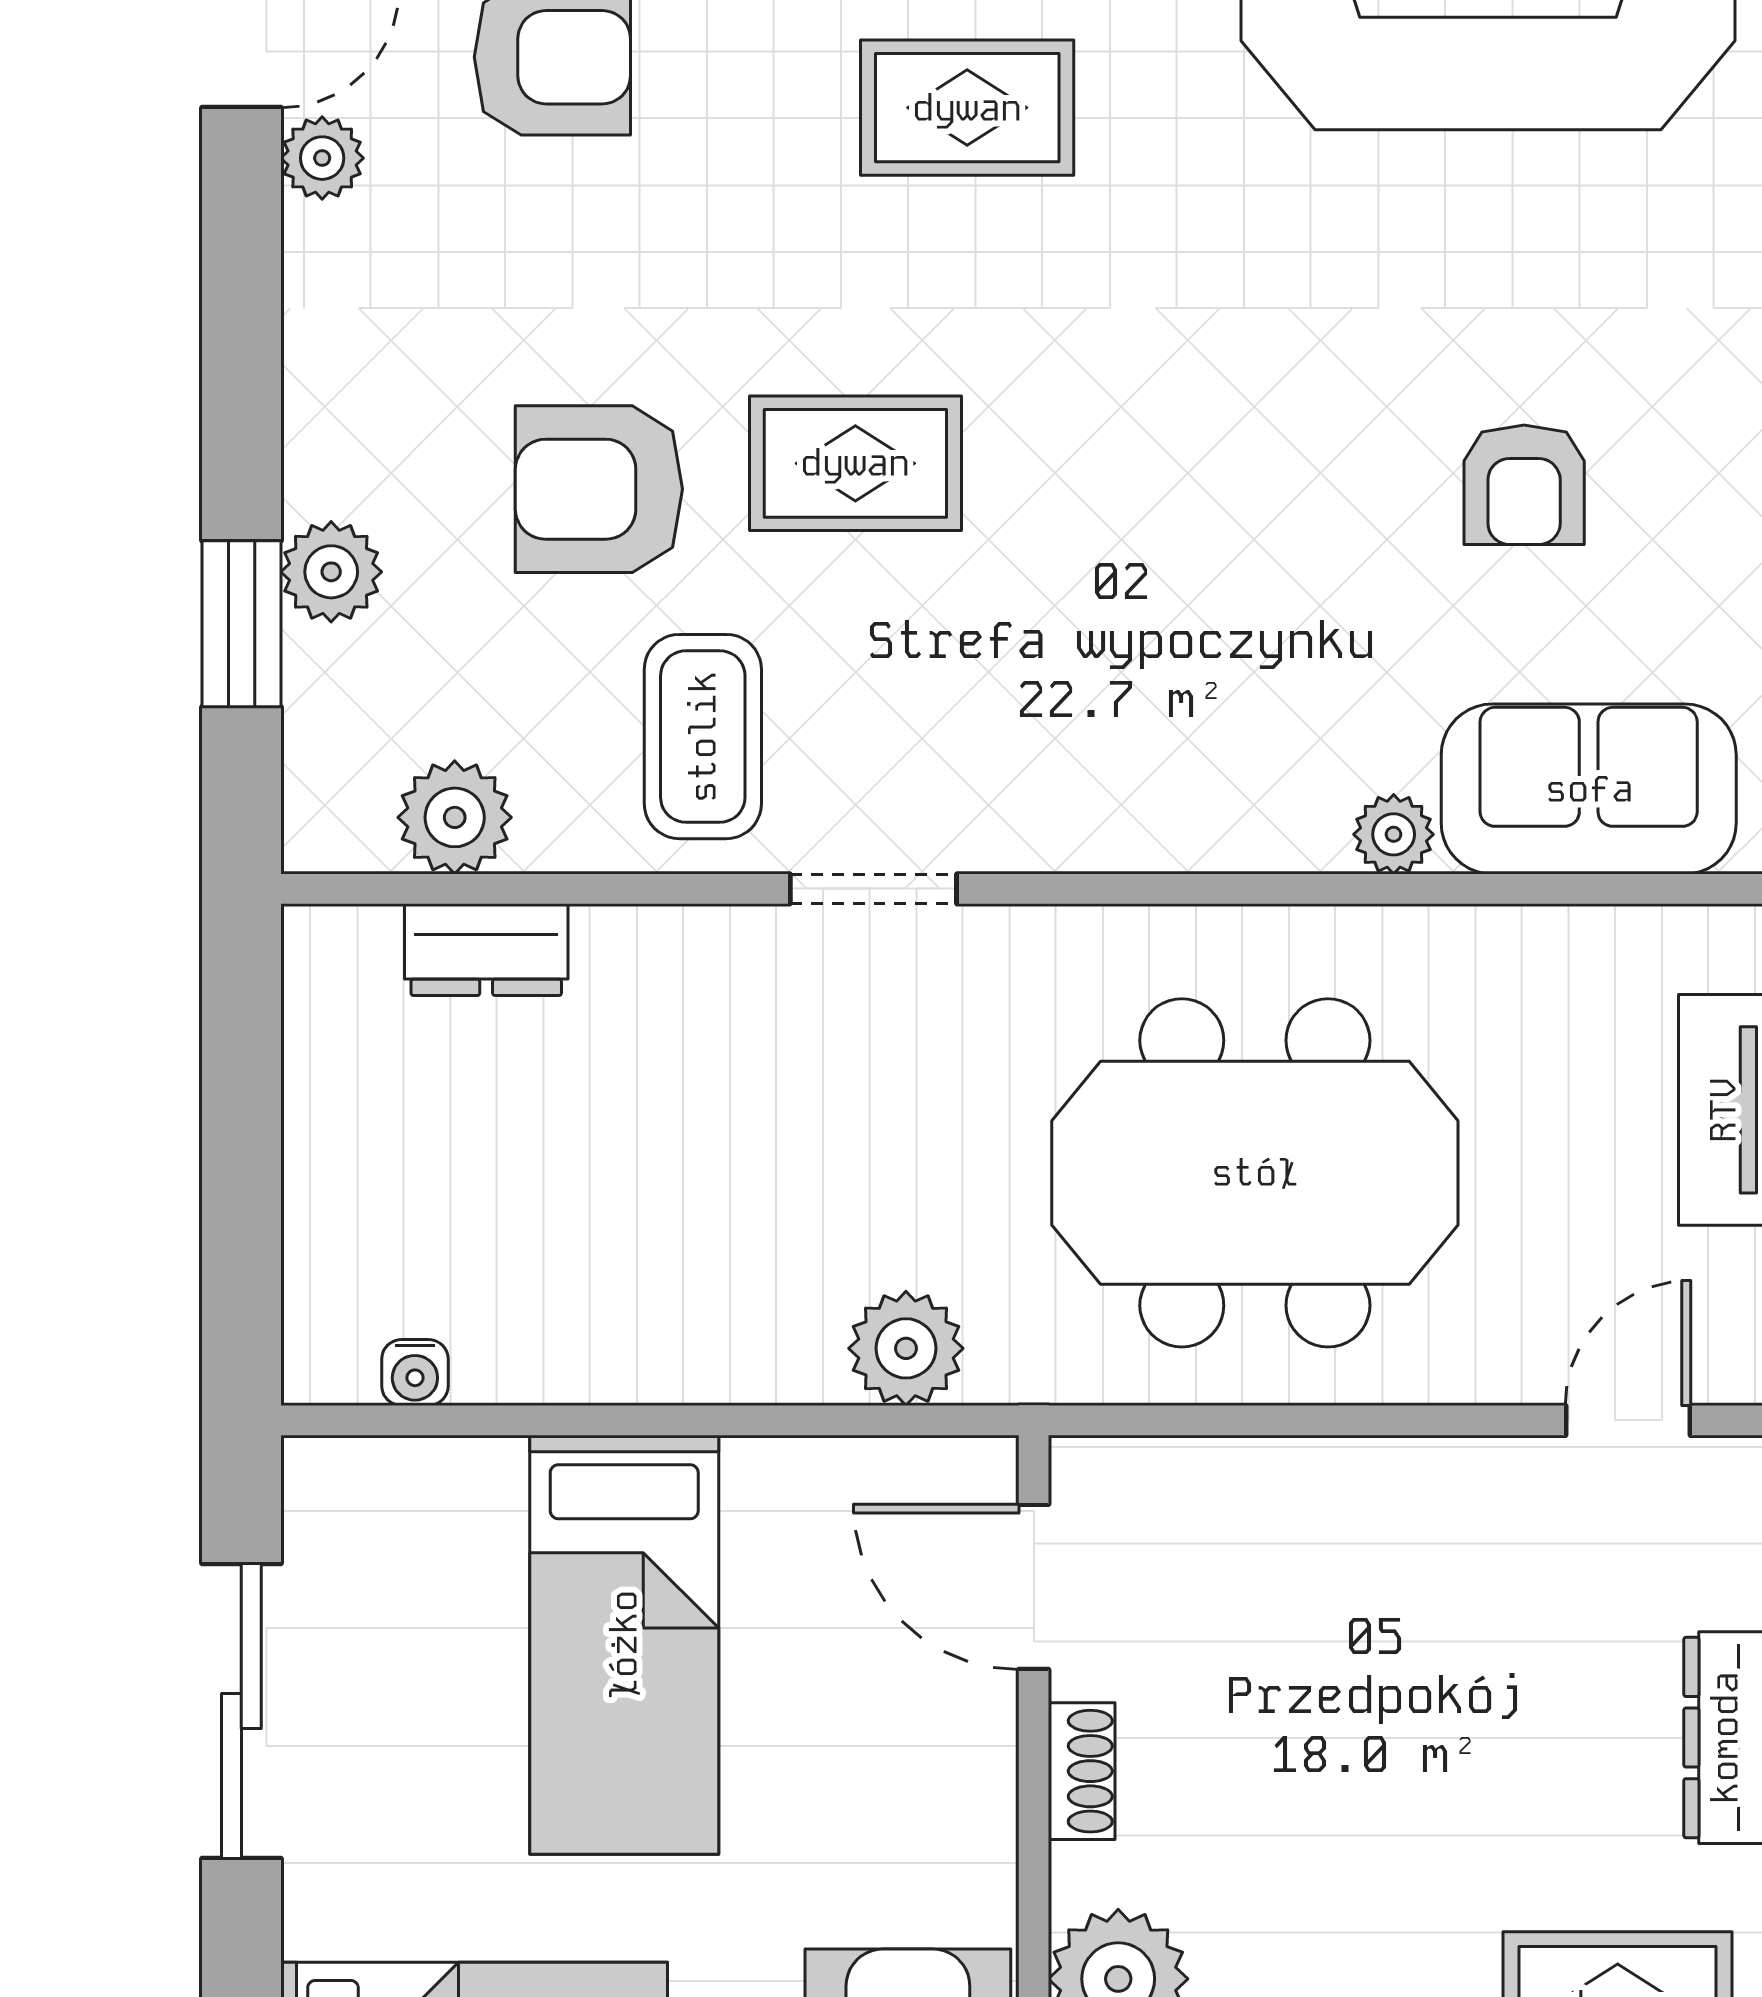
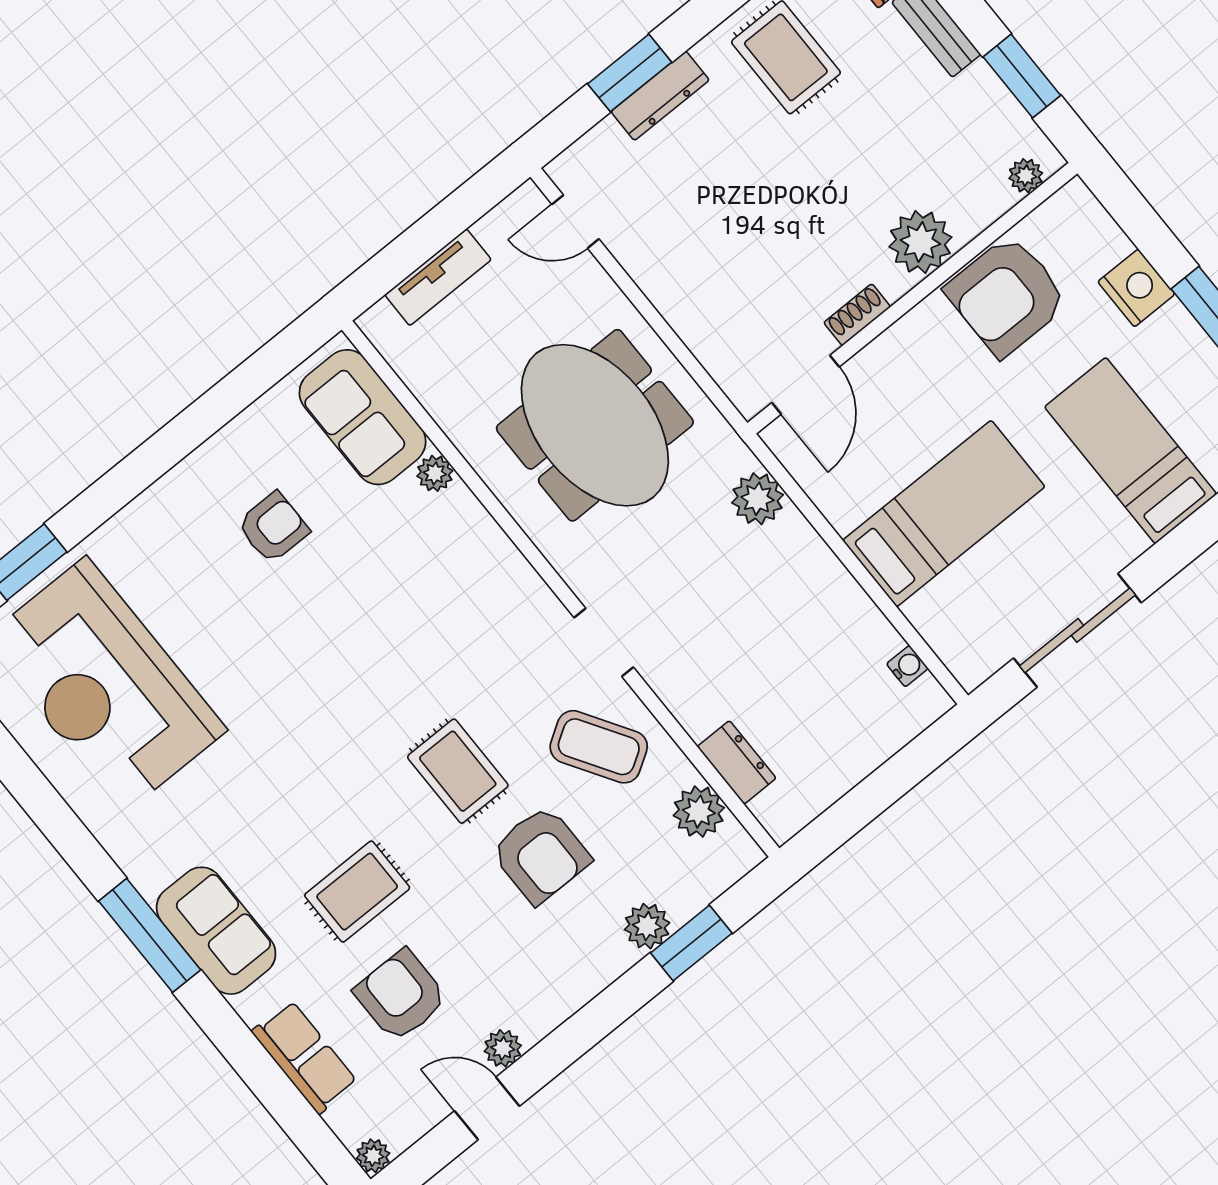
rug: (967, 108) -> (357, 892), moved, turned 90
coffee table: (703, 737) -> (599, 747), turned 58

